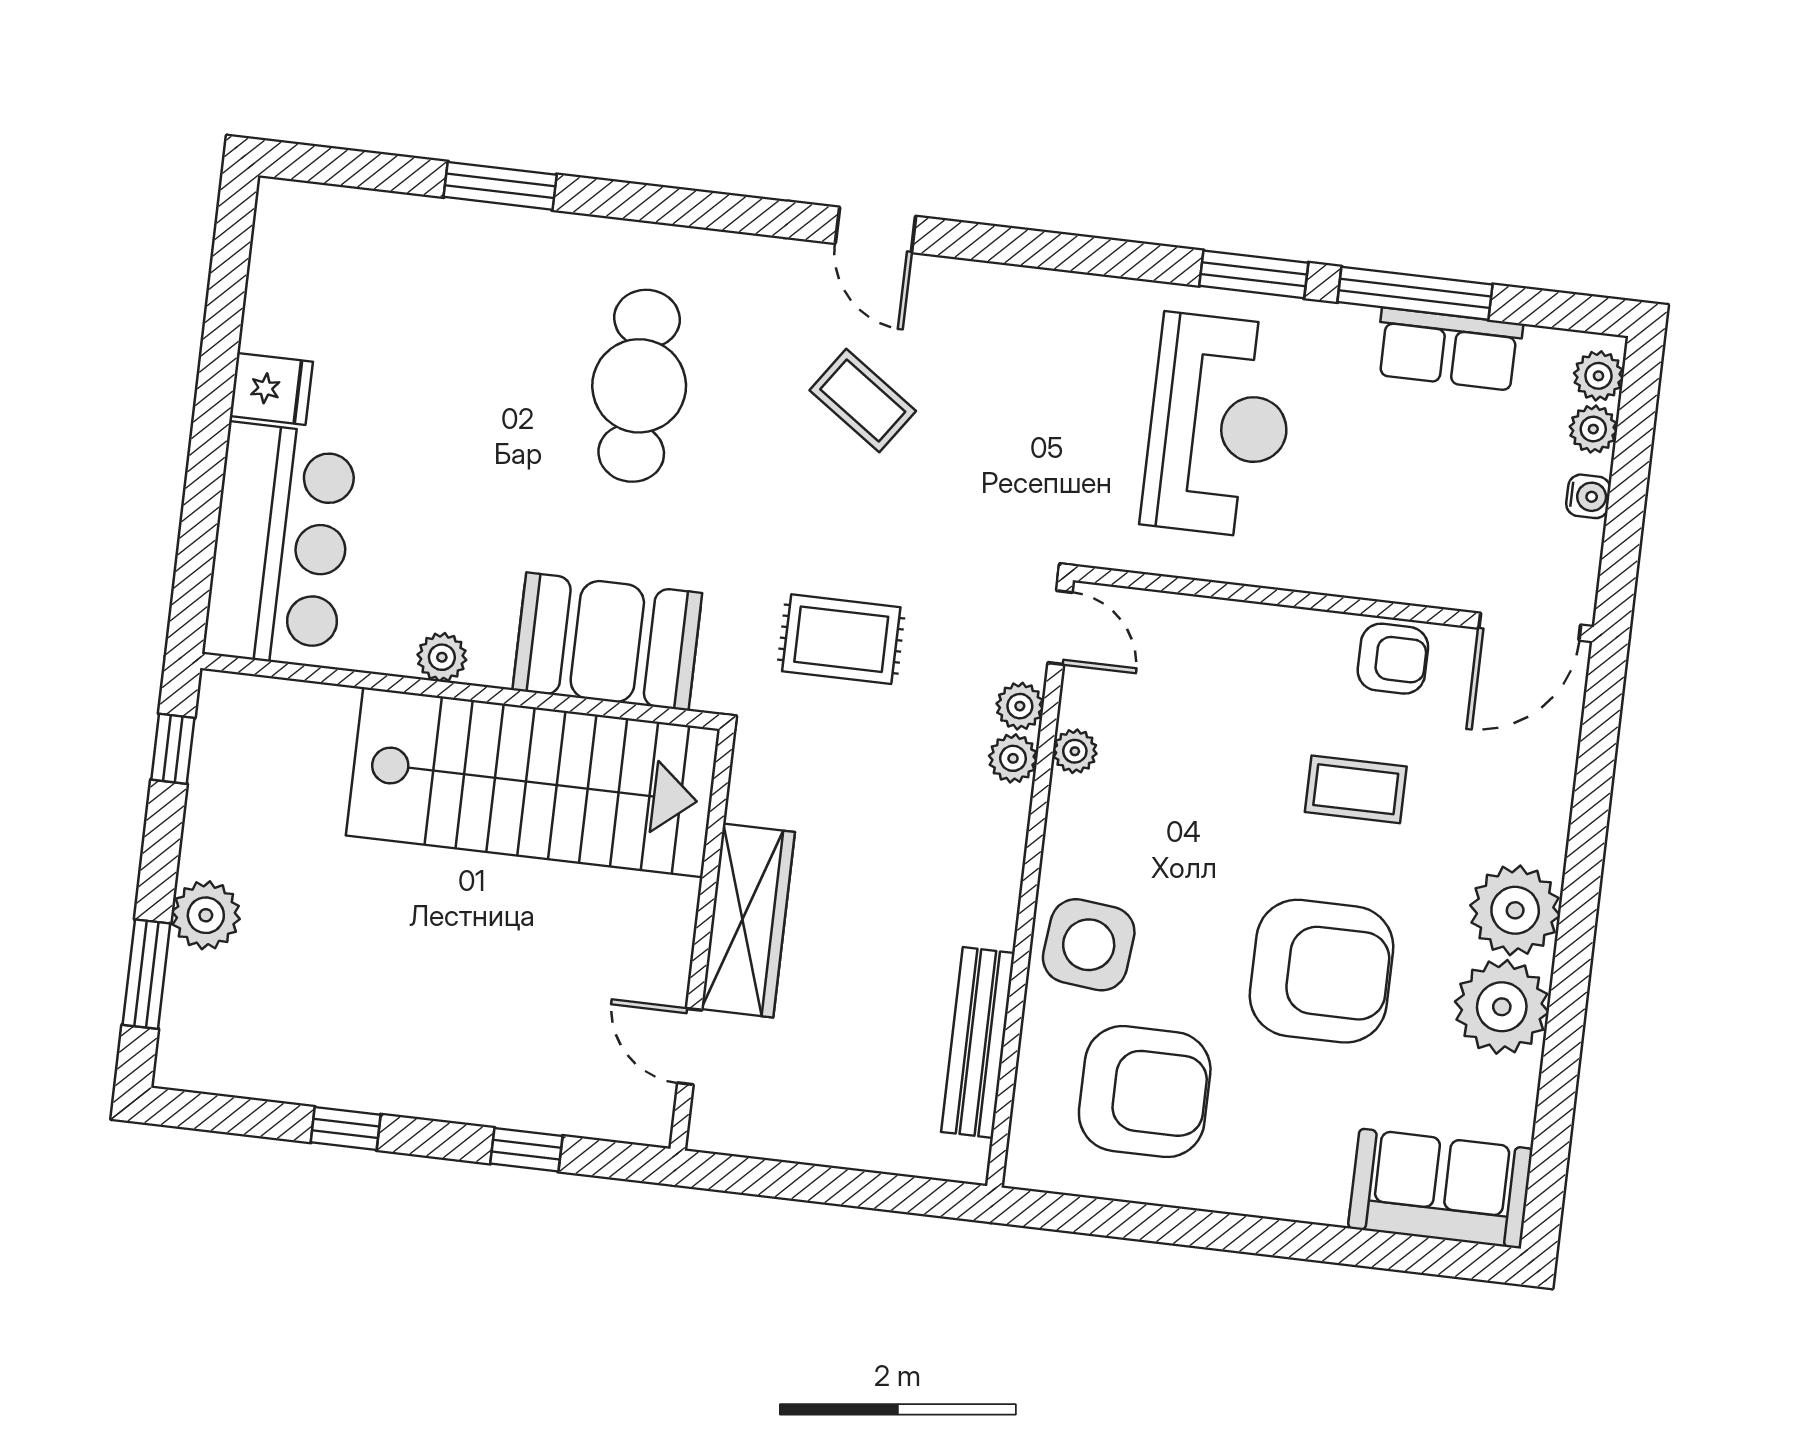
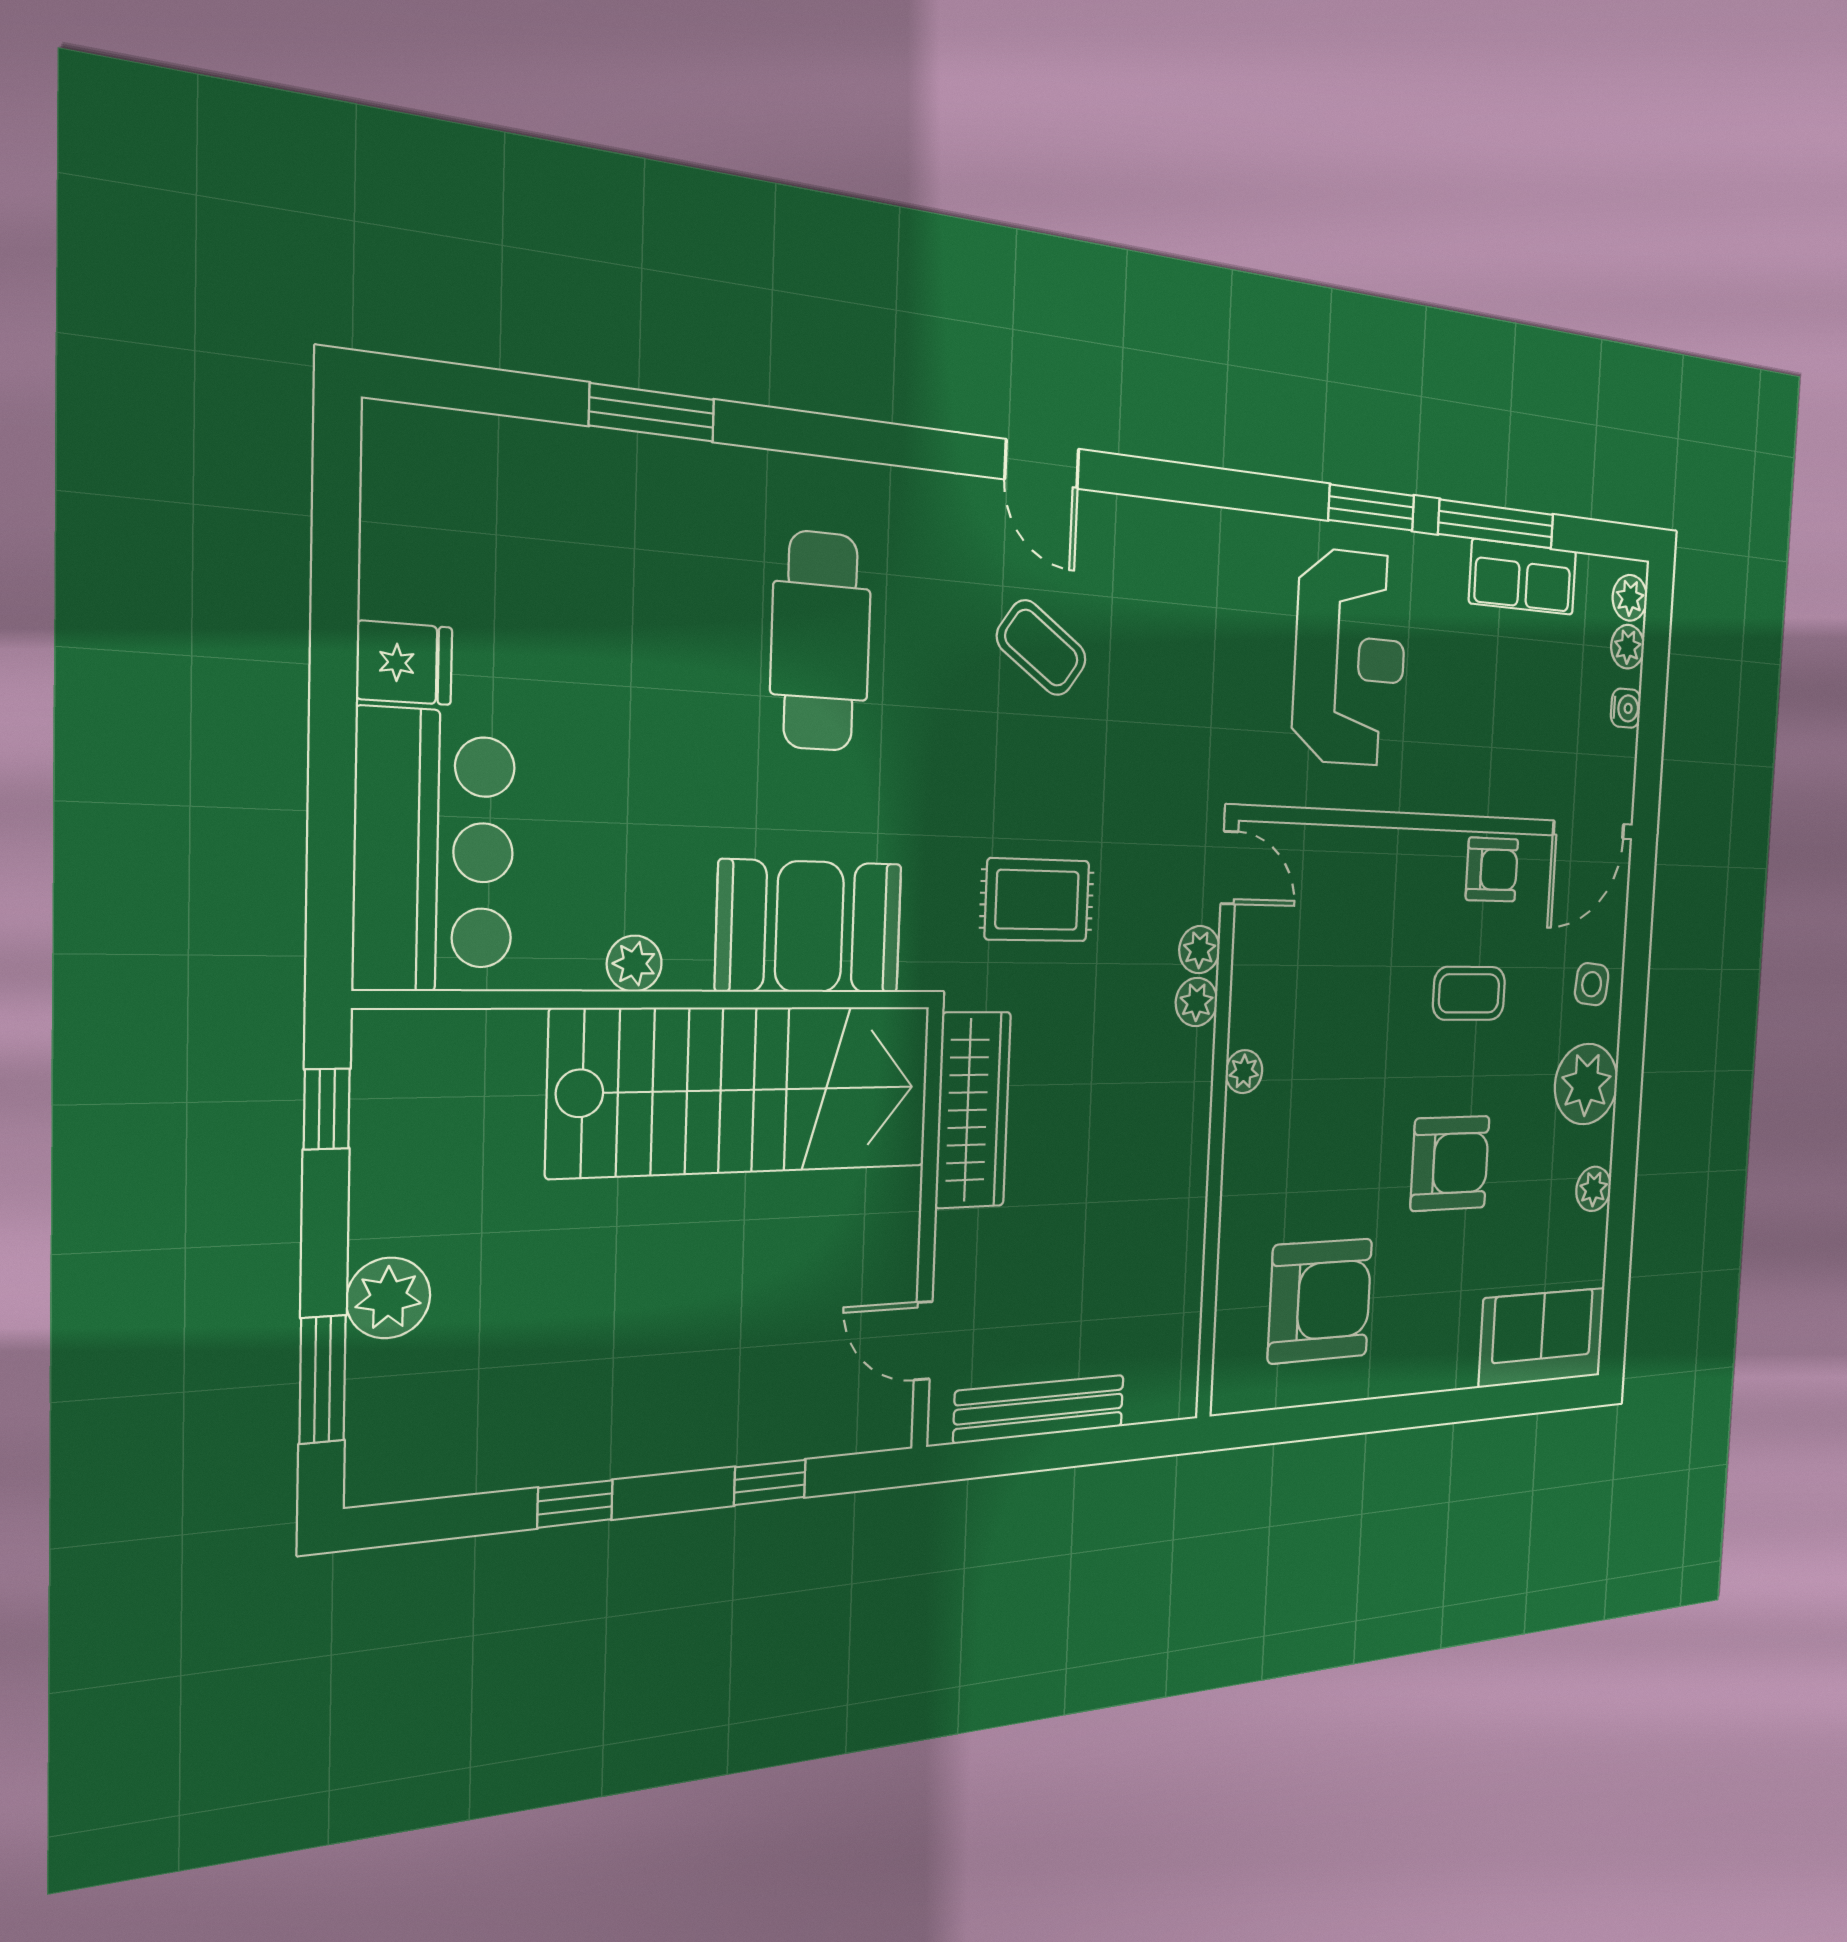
plant: (1075, 751) -> (1244, 1072), moved
wardrobe: (748, 921) -> (973, 1110), moved
side table: (1089, 945) -> (1592, 984), moved, width x0.54, depth x0.54
armchair: (1321, 971) -> (1450, 1163), width x0.73, depth x0.73
plant: (1502, 1007) -> (1593, 1189), width x0.53, depth x0.53
bench: (978, 1042) -> (1040, 1409), moved, turned 90

